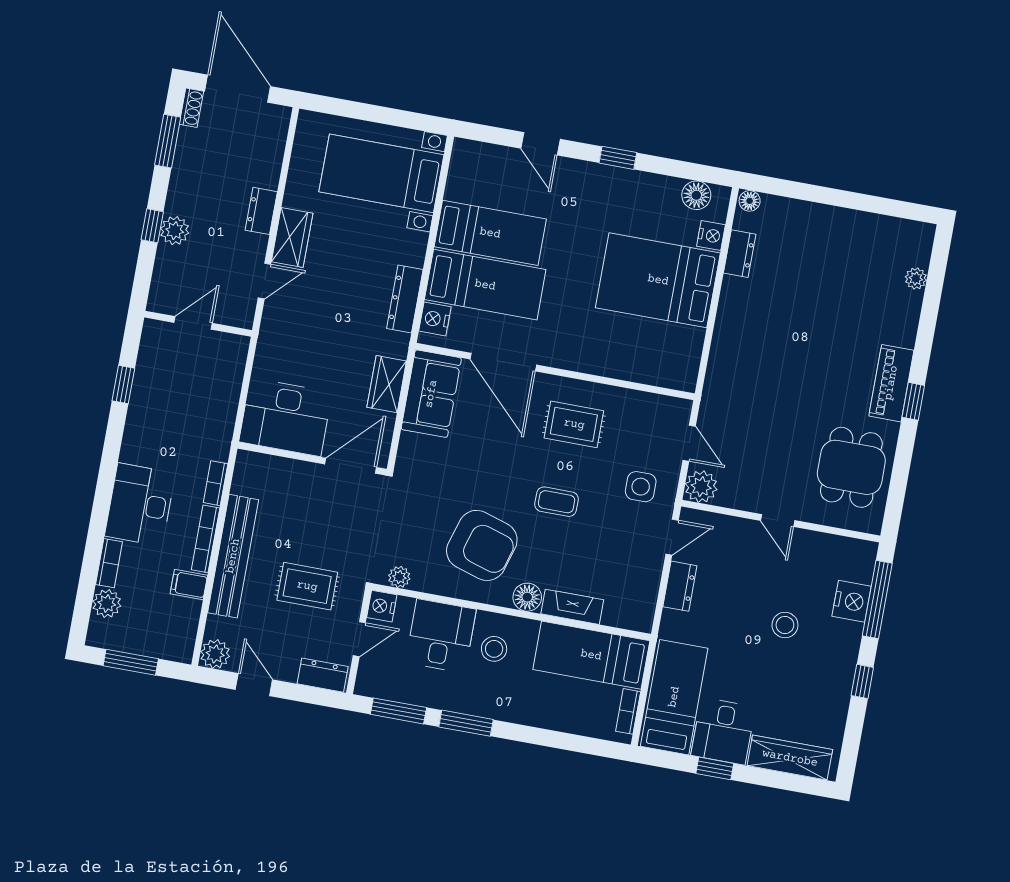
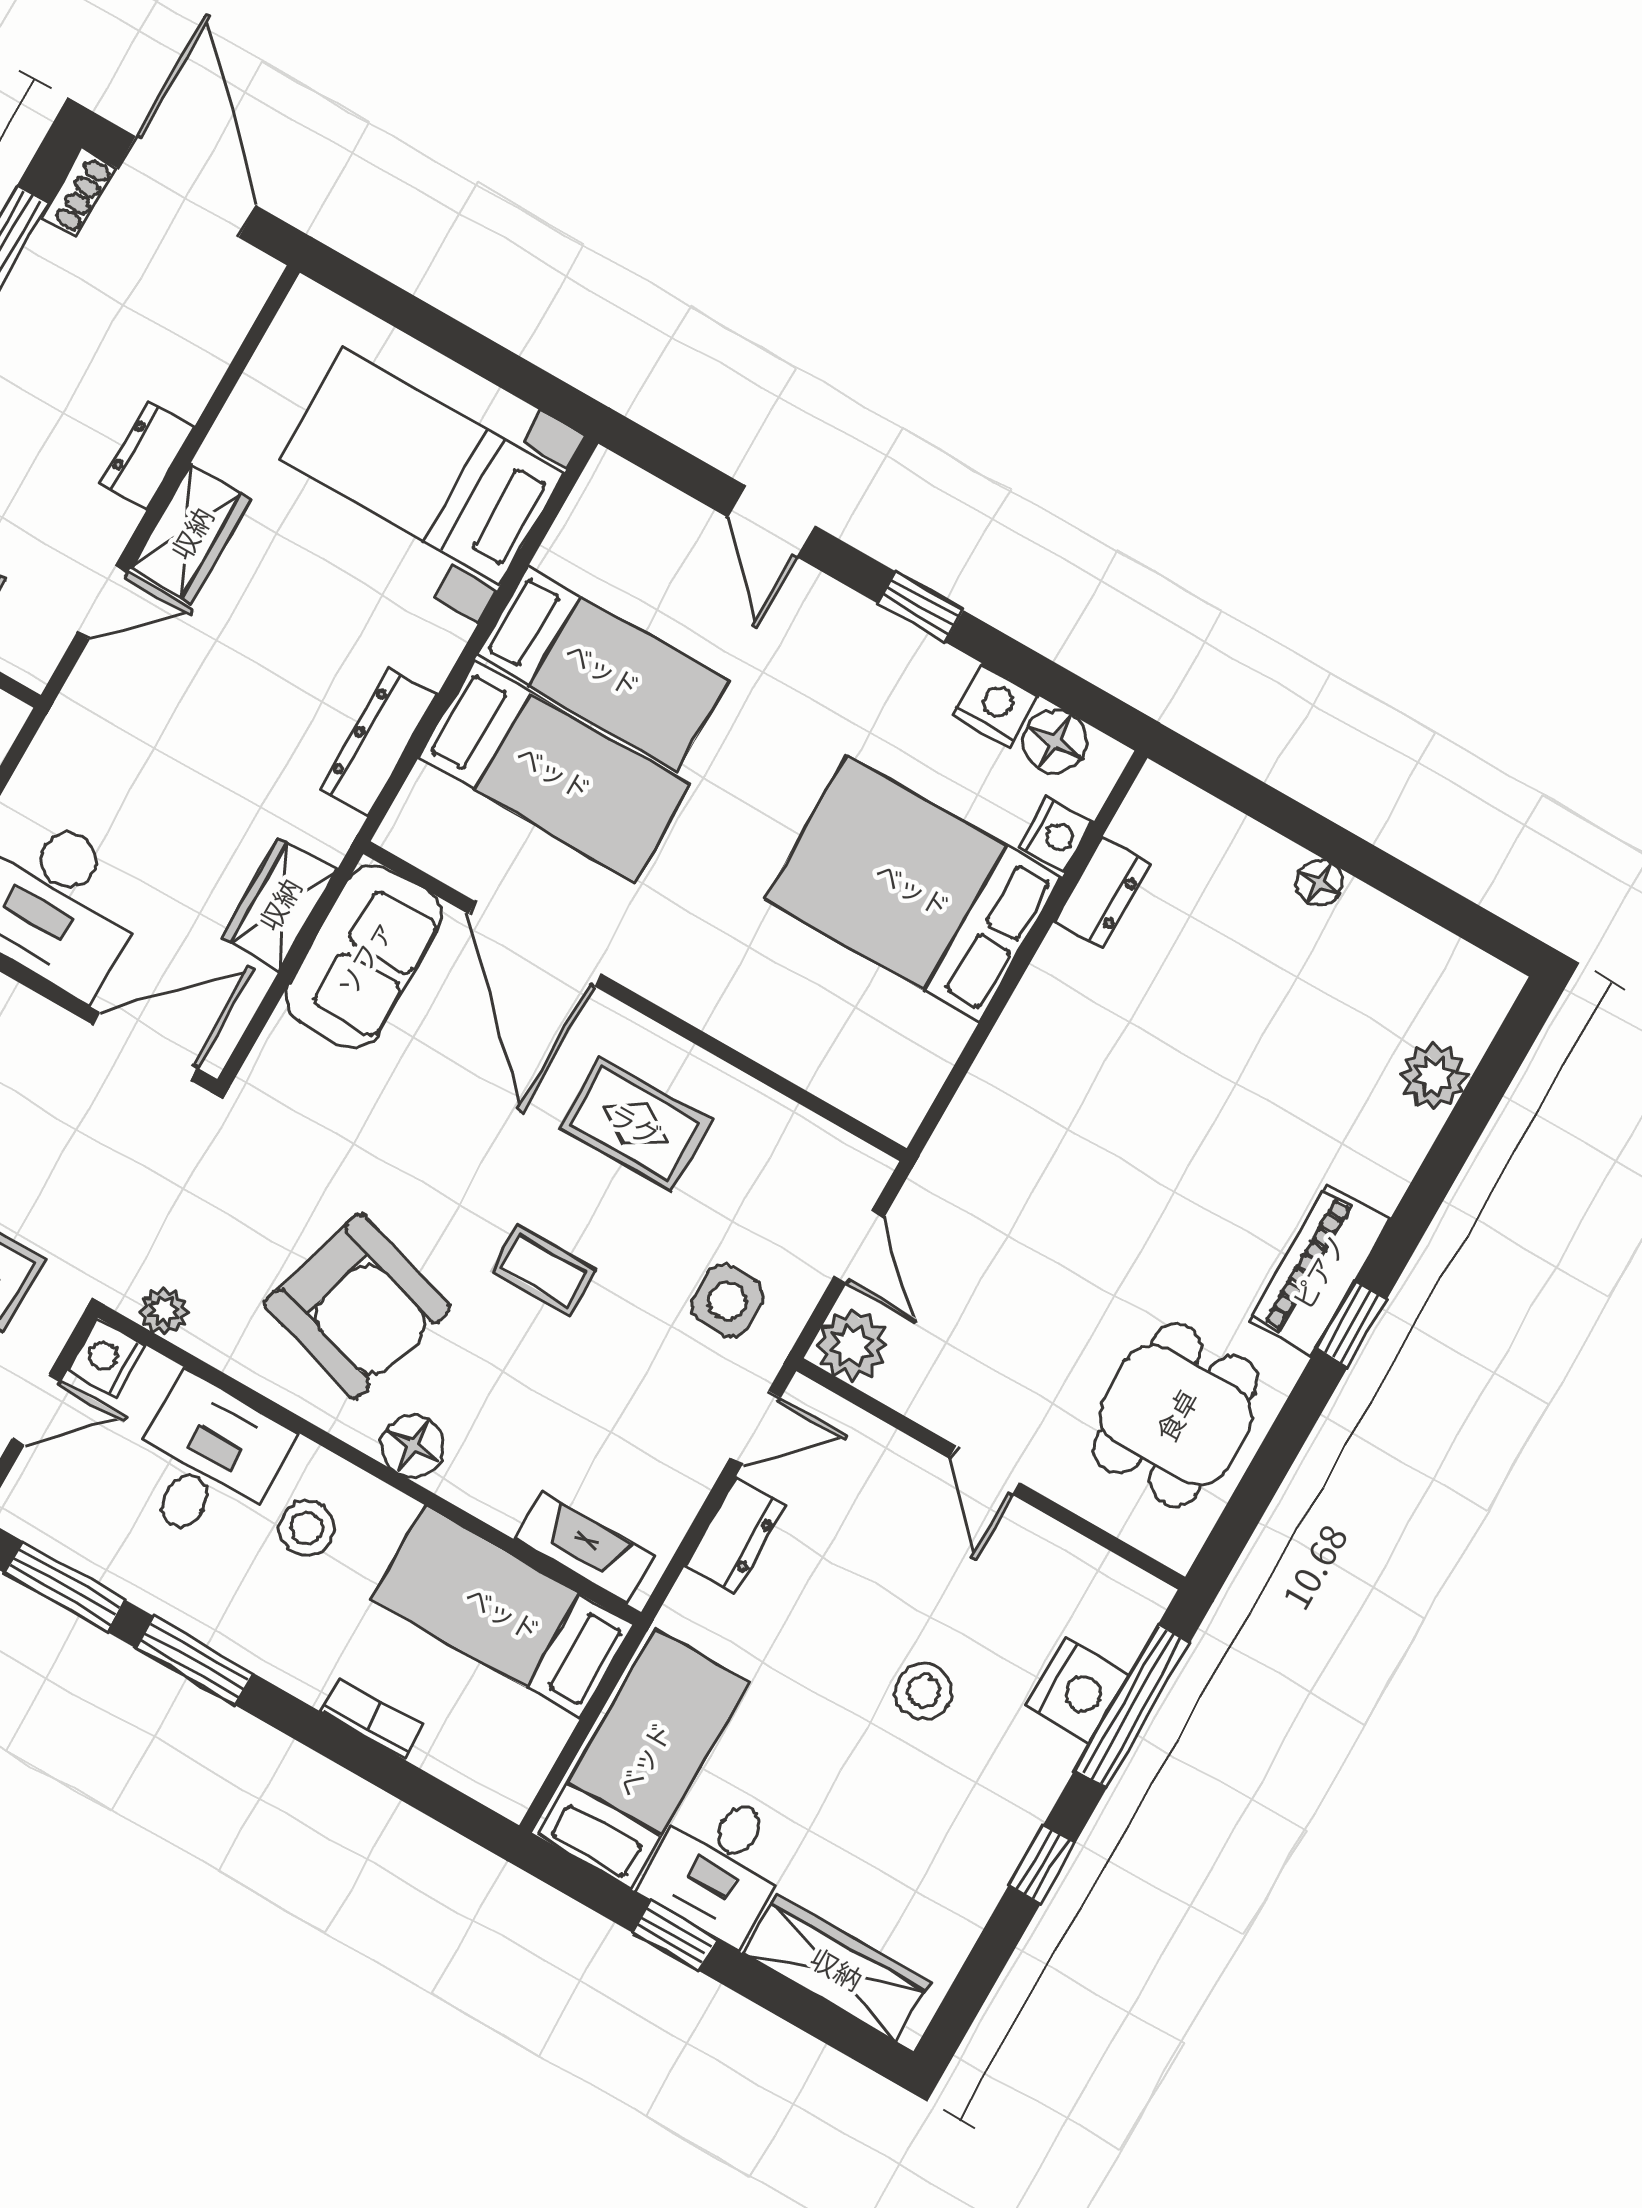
floor lamp: (750, 201) -> (1319, 883), moved
plant: (916, 279) -> (1434, 1076), width x1.38, depth x1.38
nightstand: (435, 319) -> (995, 706), moved, turned 90
fireplace: (572, 607) -> (583, 1547), moved
bookcase: (628, 711) -> (372, 1719), moved, turned 90

